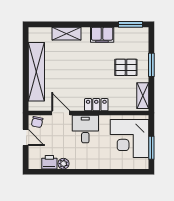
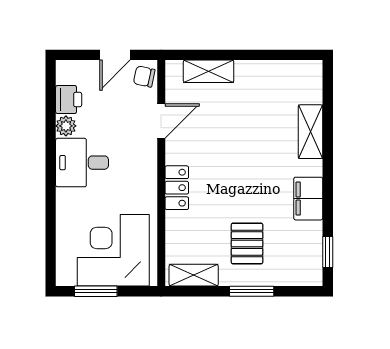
window: (130, 24) -> (328, 252), width x0.67
shelving: (36, 72) -> (209, 71), width x0.45, depth x0.75
desk: (85, 129) -> (82, 163), moved, turned 180

